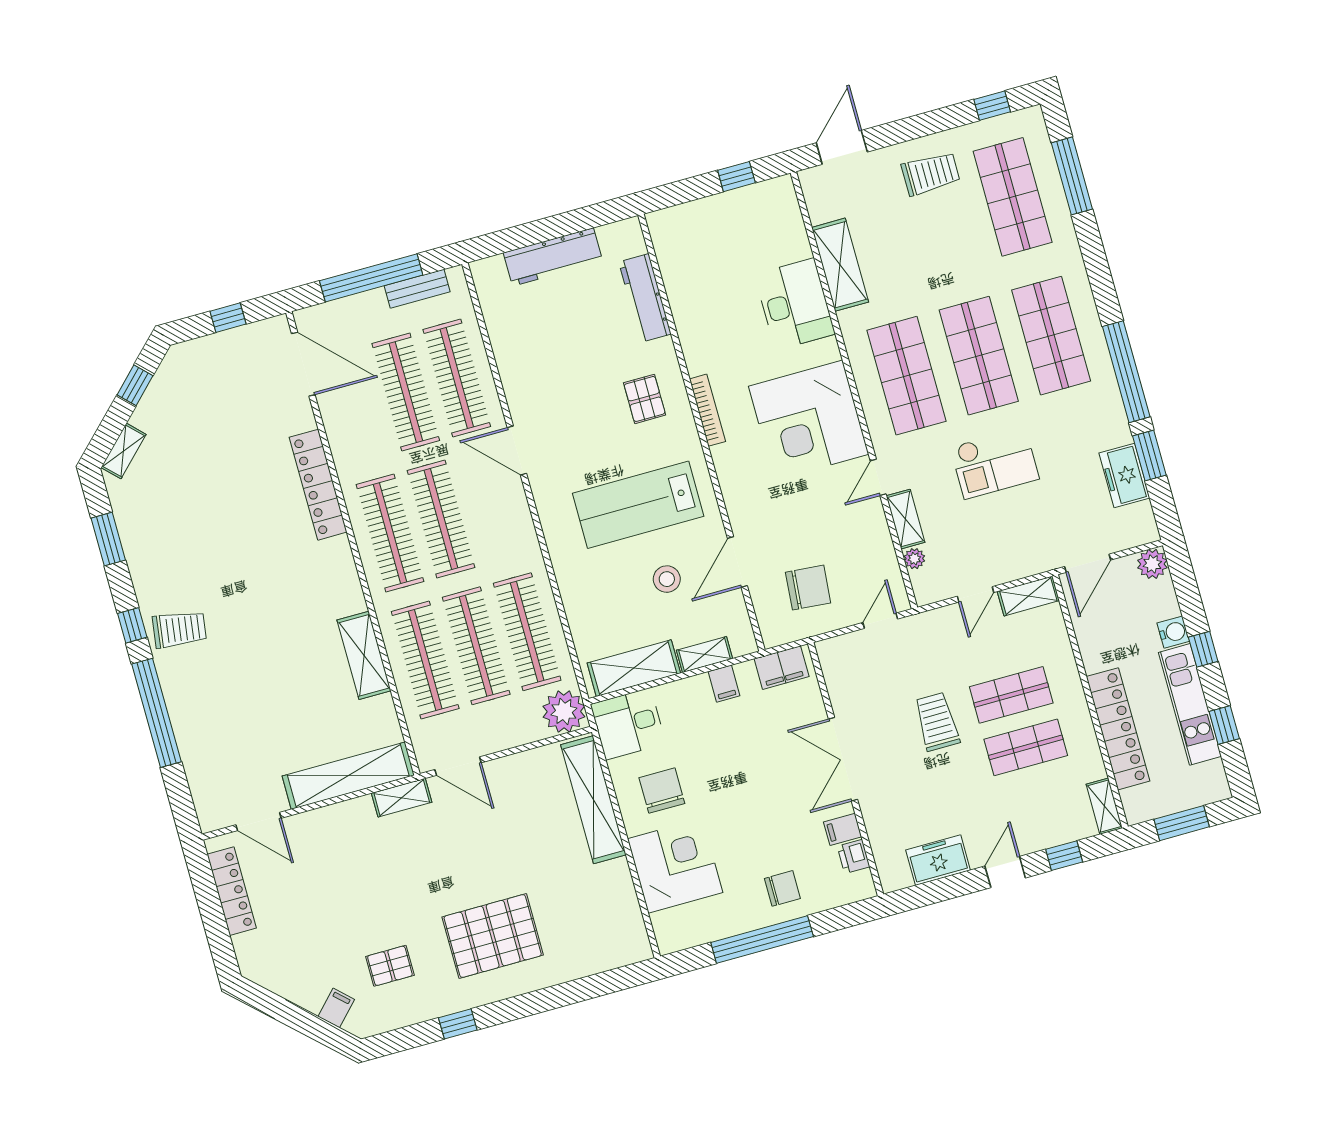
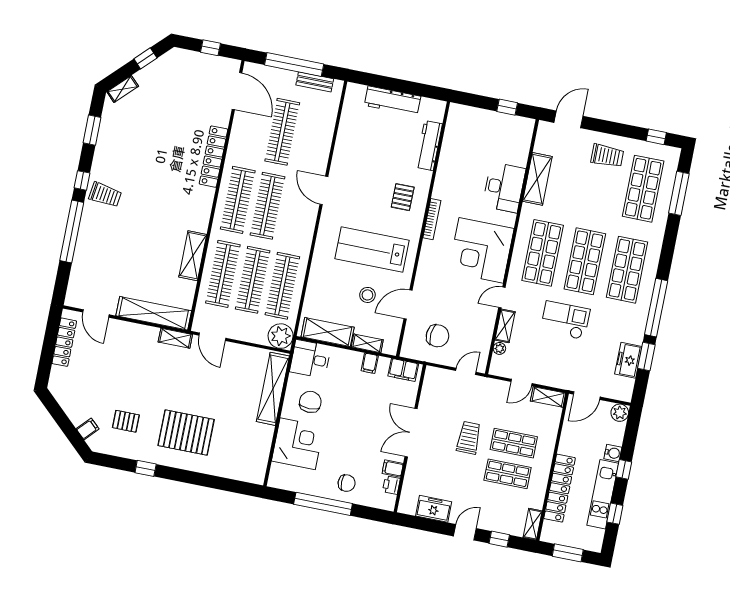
clothes rail: (457, 378) -> (312, 138), removed
checkout: (995, 463) -> (565, 320), turned 180

